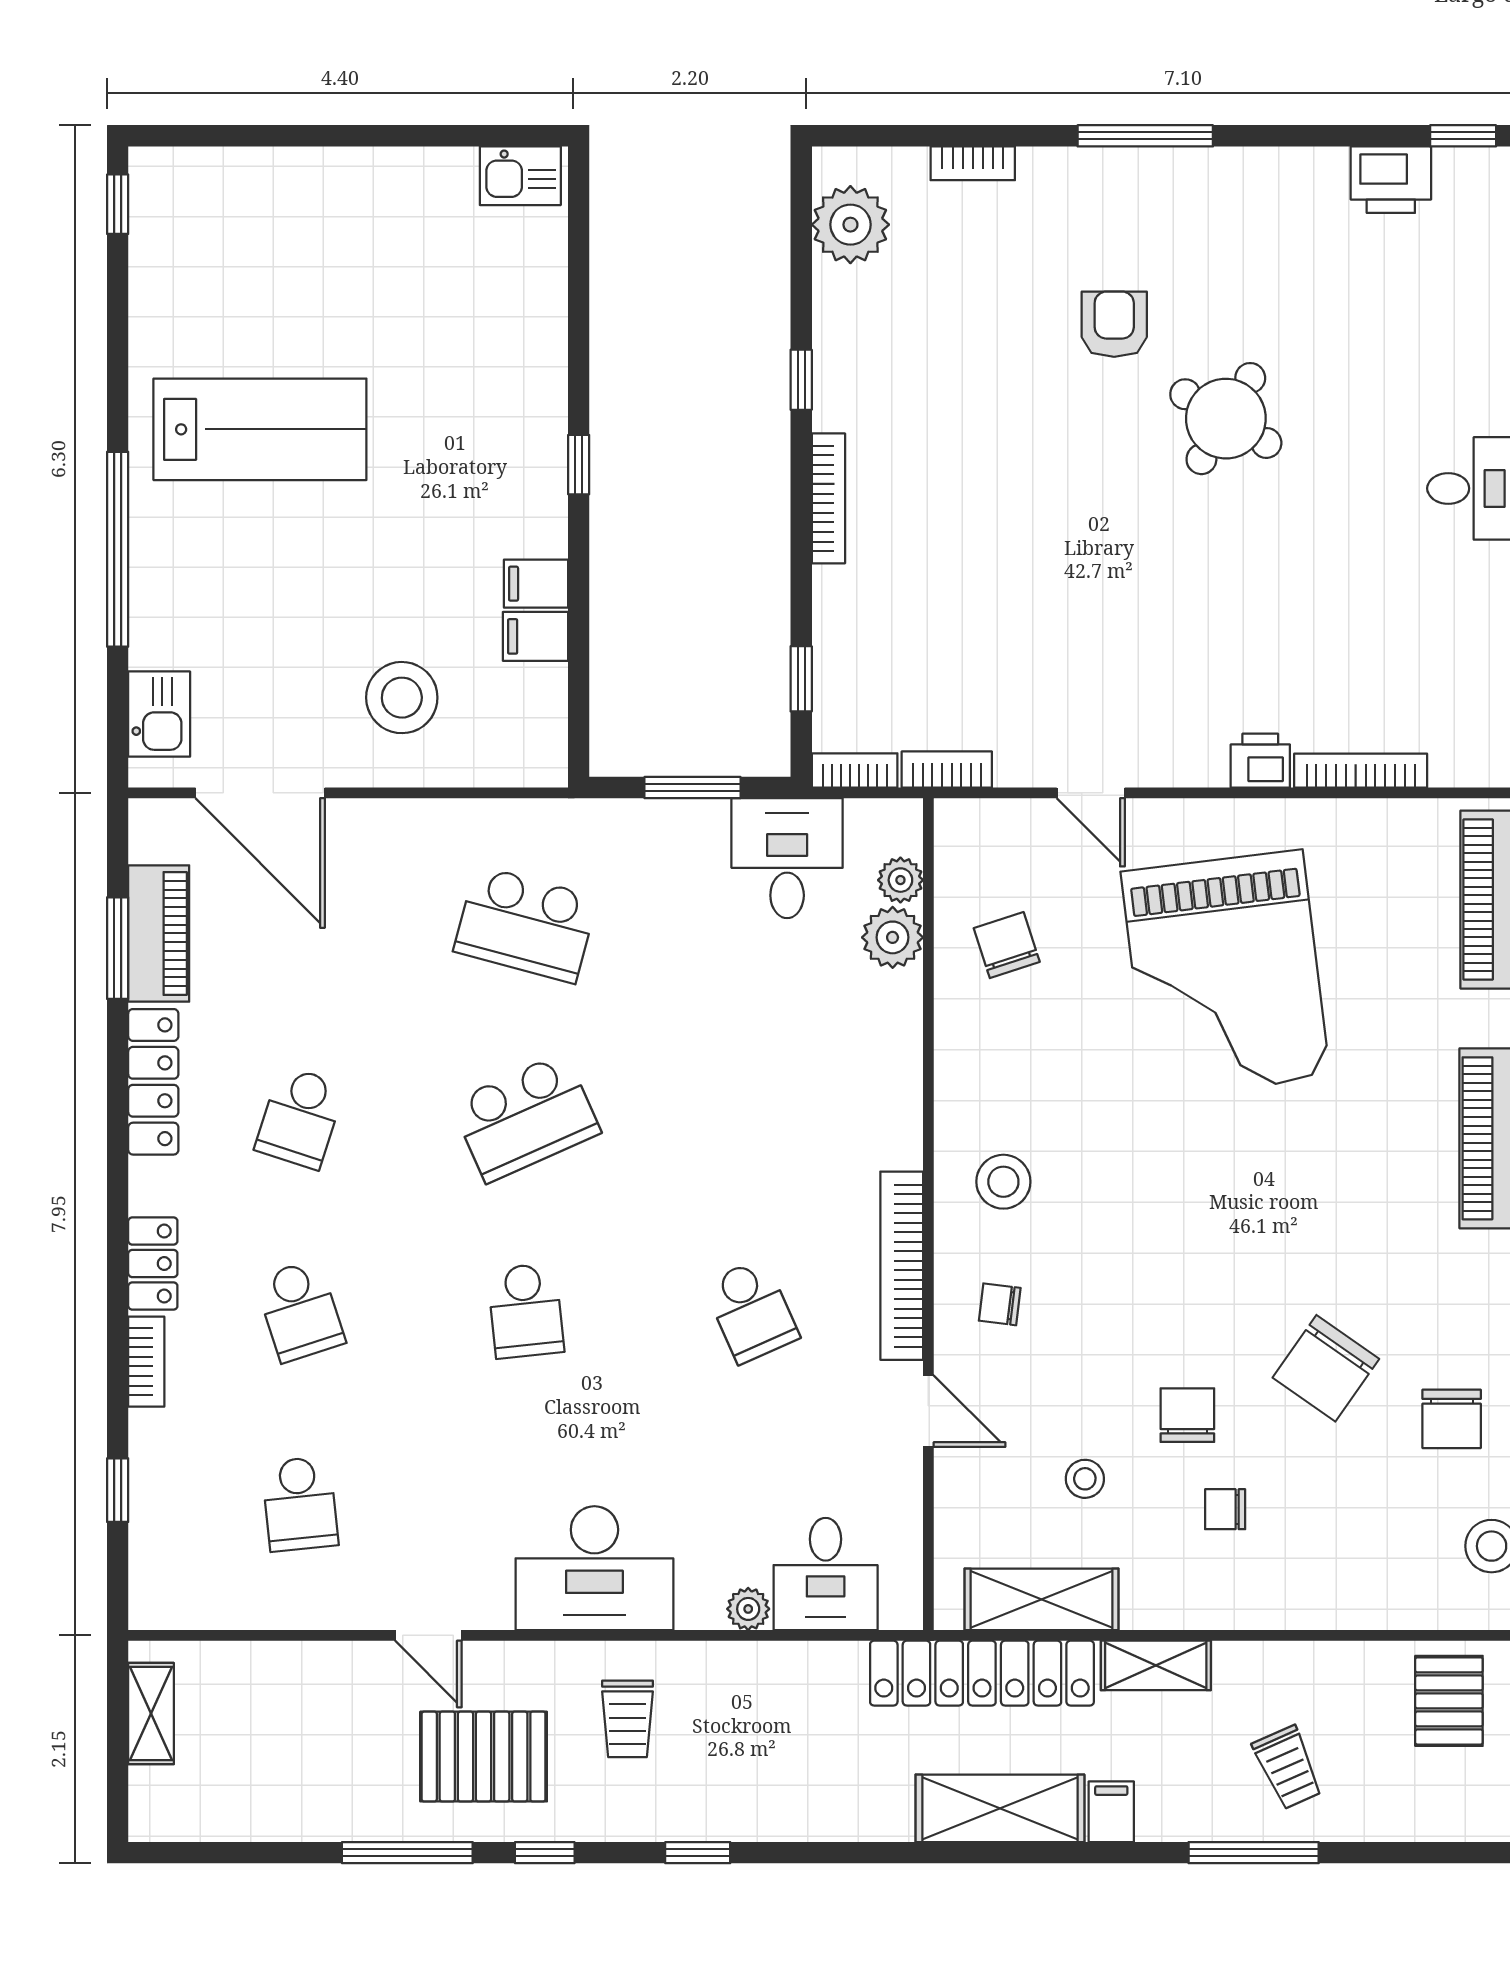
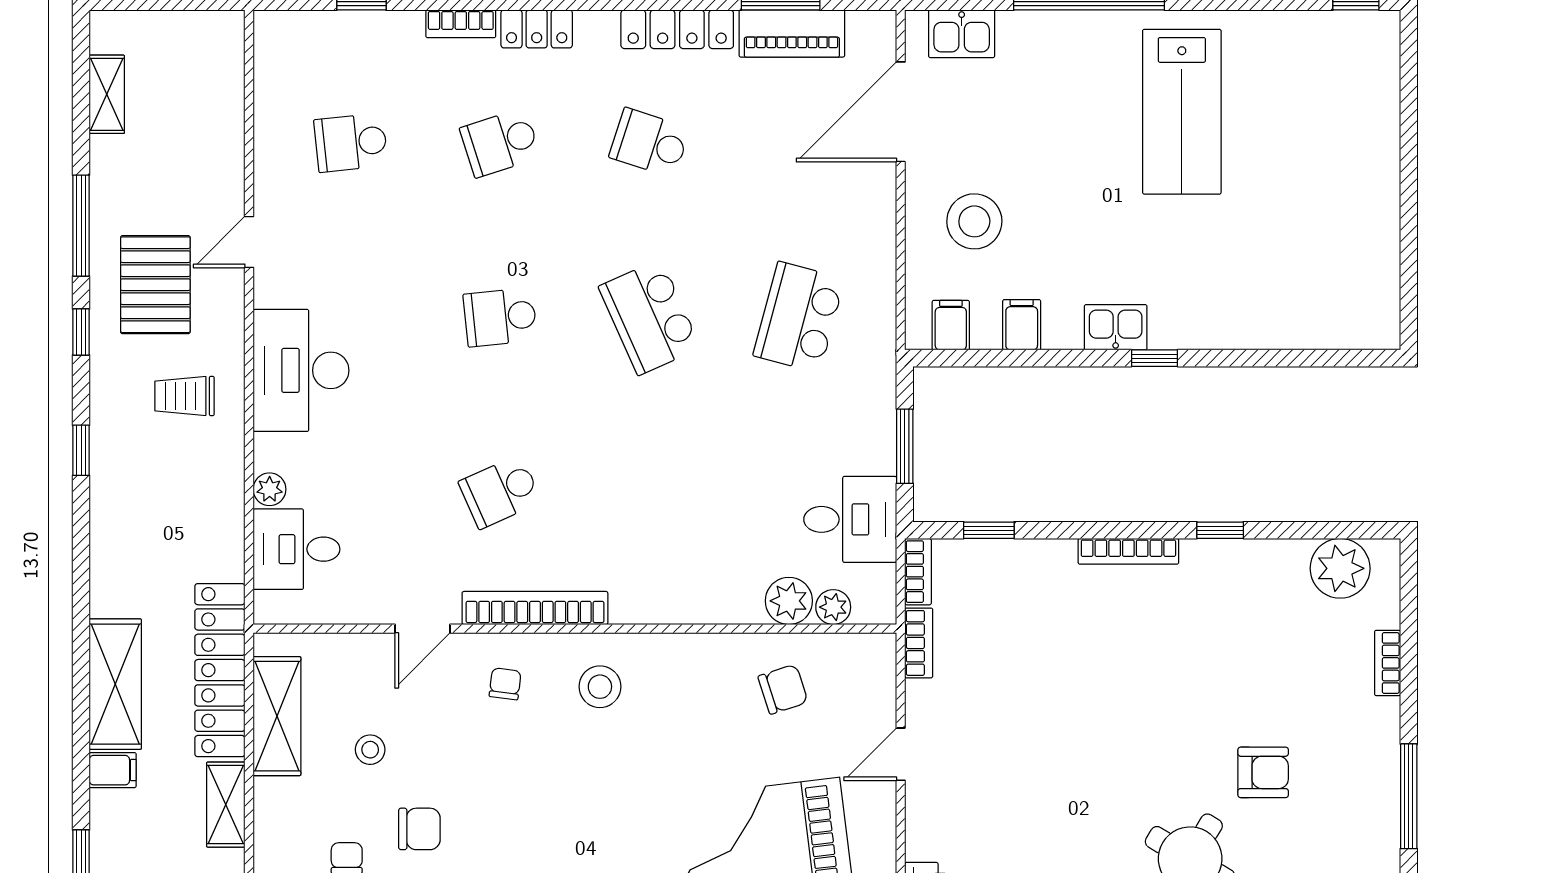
kitchen sink: (520, 176) -> (1116, 327), moved, turned 90
filing cabinet: (536, 584) -> (951, 325), moved
shelving: (151, 1714) -> (107, 94), moved, turned 90

